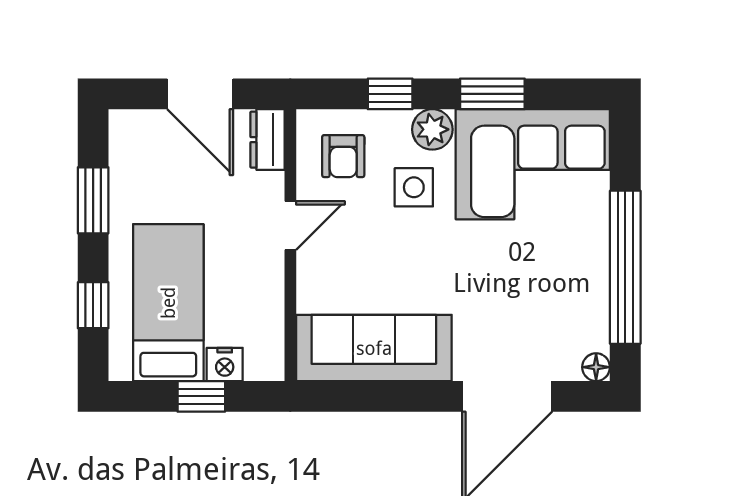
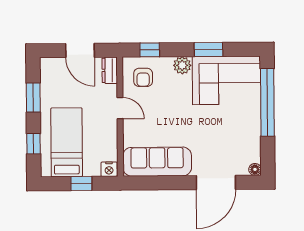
window: (390, 94) -> (150, 50), moved
side table: (414, 187) -> (174, 91), removed
door: (290, 226) -> (120, 108), hinge flipped
window: (625, 267) -> (267, 102), moved
nightstand: (225, 364) -> (109, 169), moved

